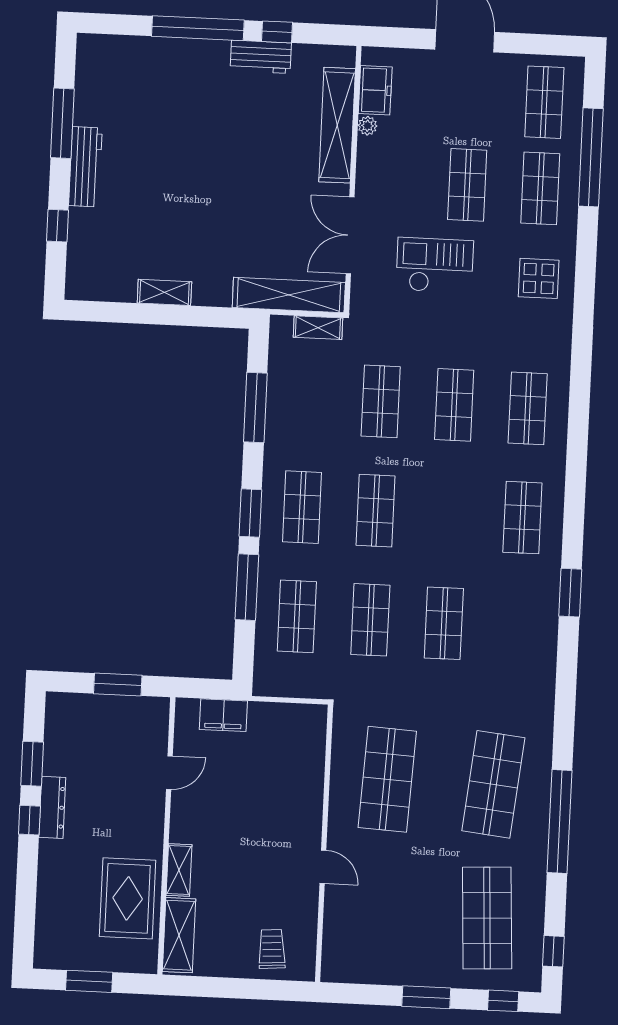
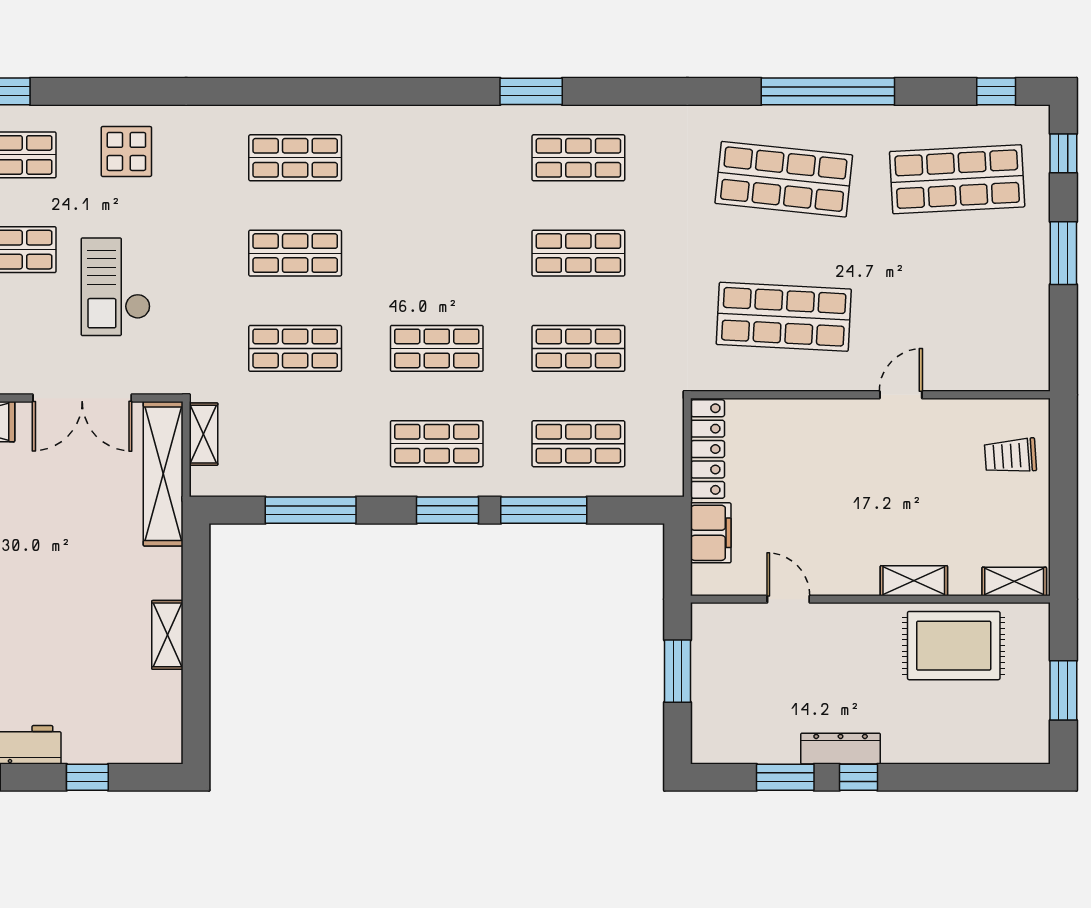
shop shelf: (522, 518) -> (578, 158), moved
locker: (288, 716) -> (708, 449), added
shelving: (179, 935) -> (1014, 581), width x0.67, depth x0.75

